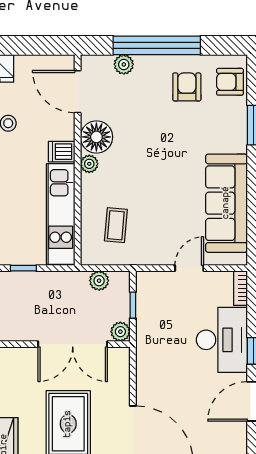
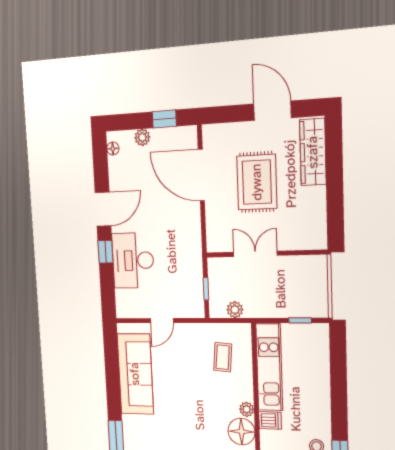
bookcase: (240, 288) -> (121, 304), removed
plant: (120, 332) -> (215, 266), removed
double door: (73, 344) -> (255, 254), width x0.73

